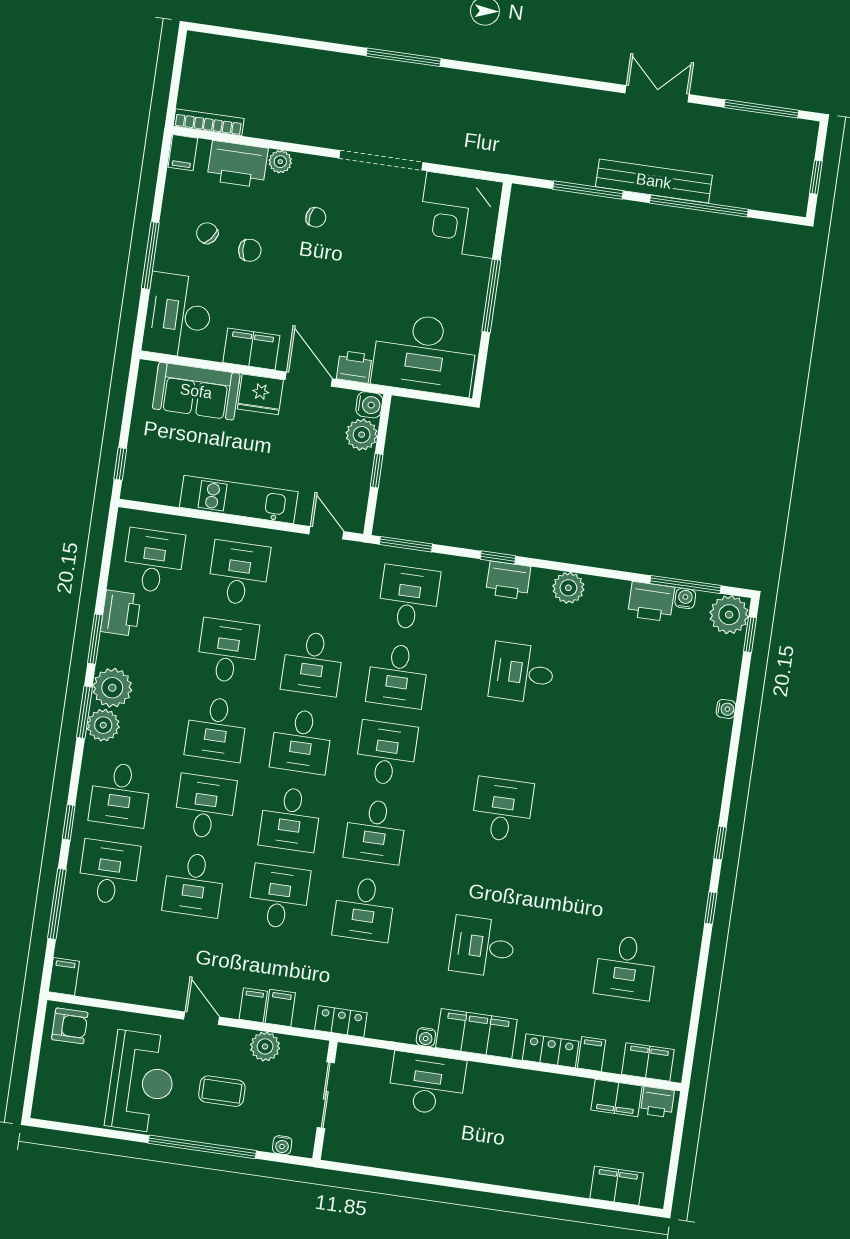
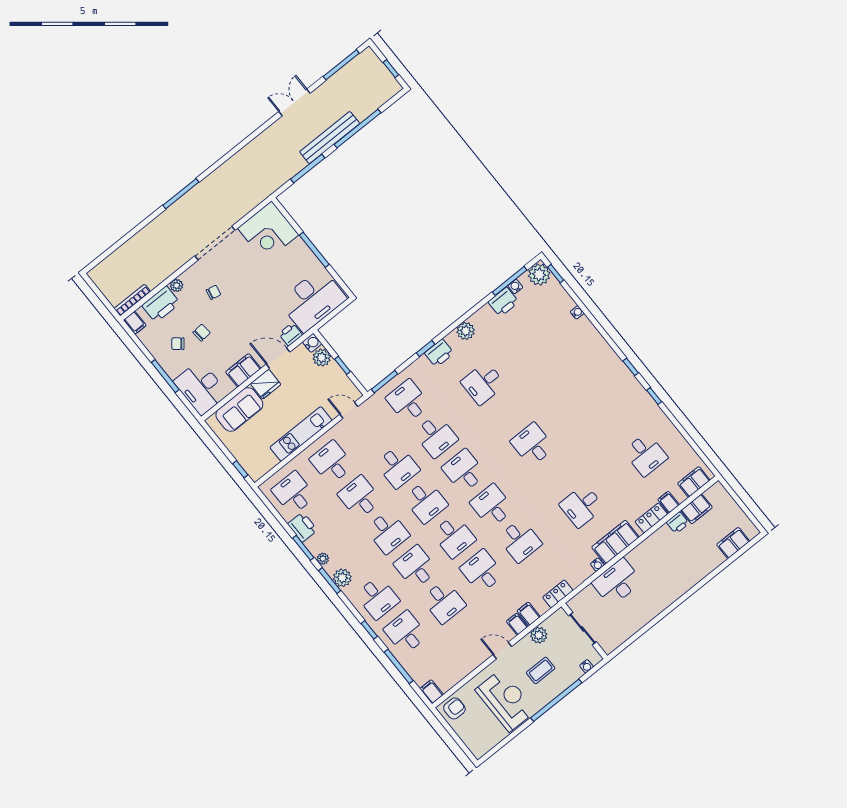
plant: (112, 688) -> (323, 559), width x0.53, depth x0.53
desk: (375, 831) -> (492, 506), turned 180
printer: (657, 1102) -> (678, 523), moved

